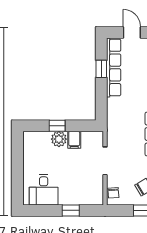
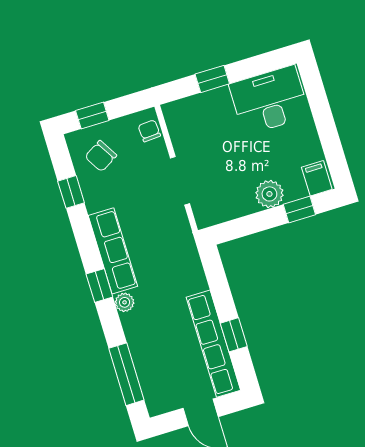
window: (57, 126) -> (299, 209), moved
filing cabinet: (74, 140) -> (317, 178), moved
desk: (44, 190) -> (269, 100), width x1.37

